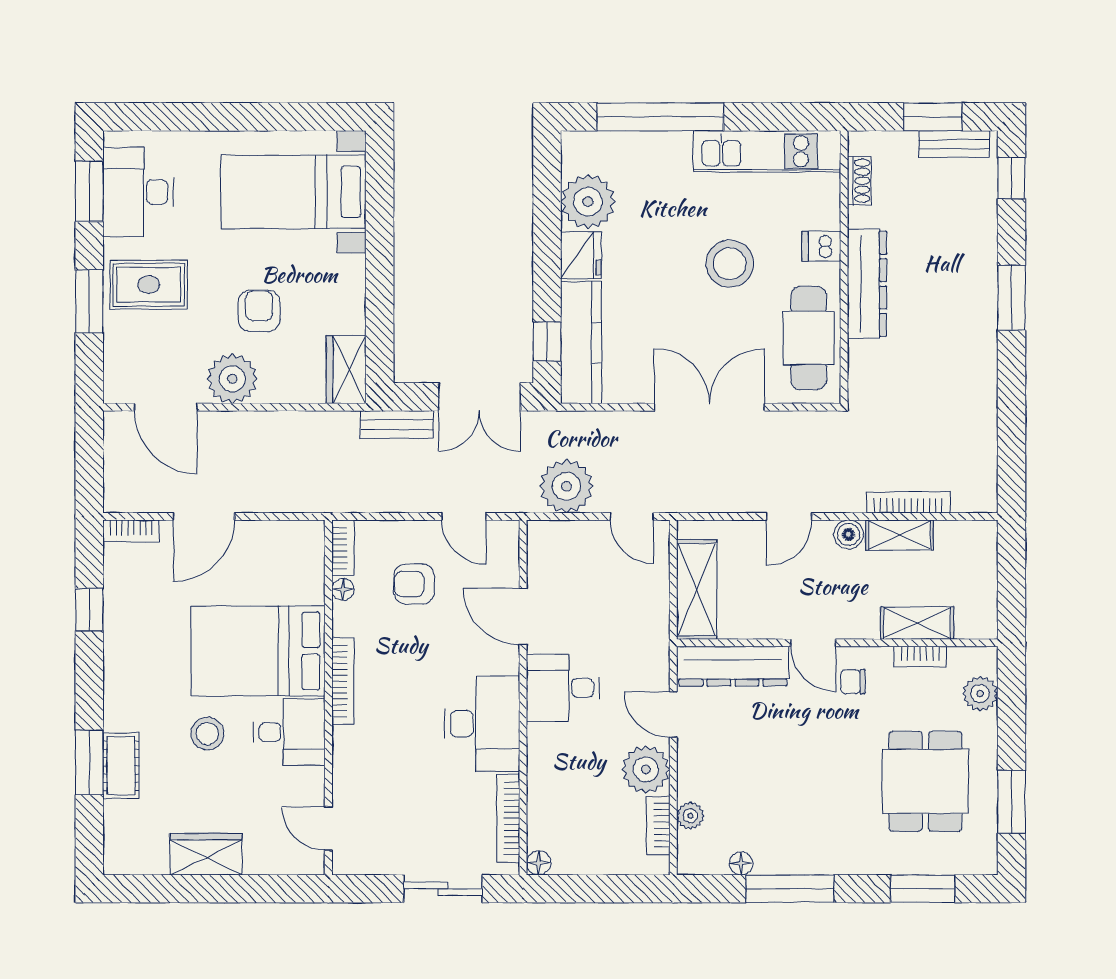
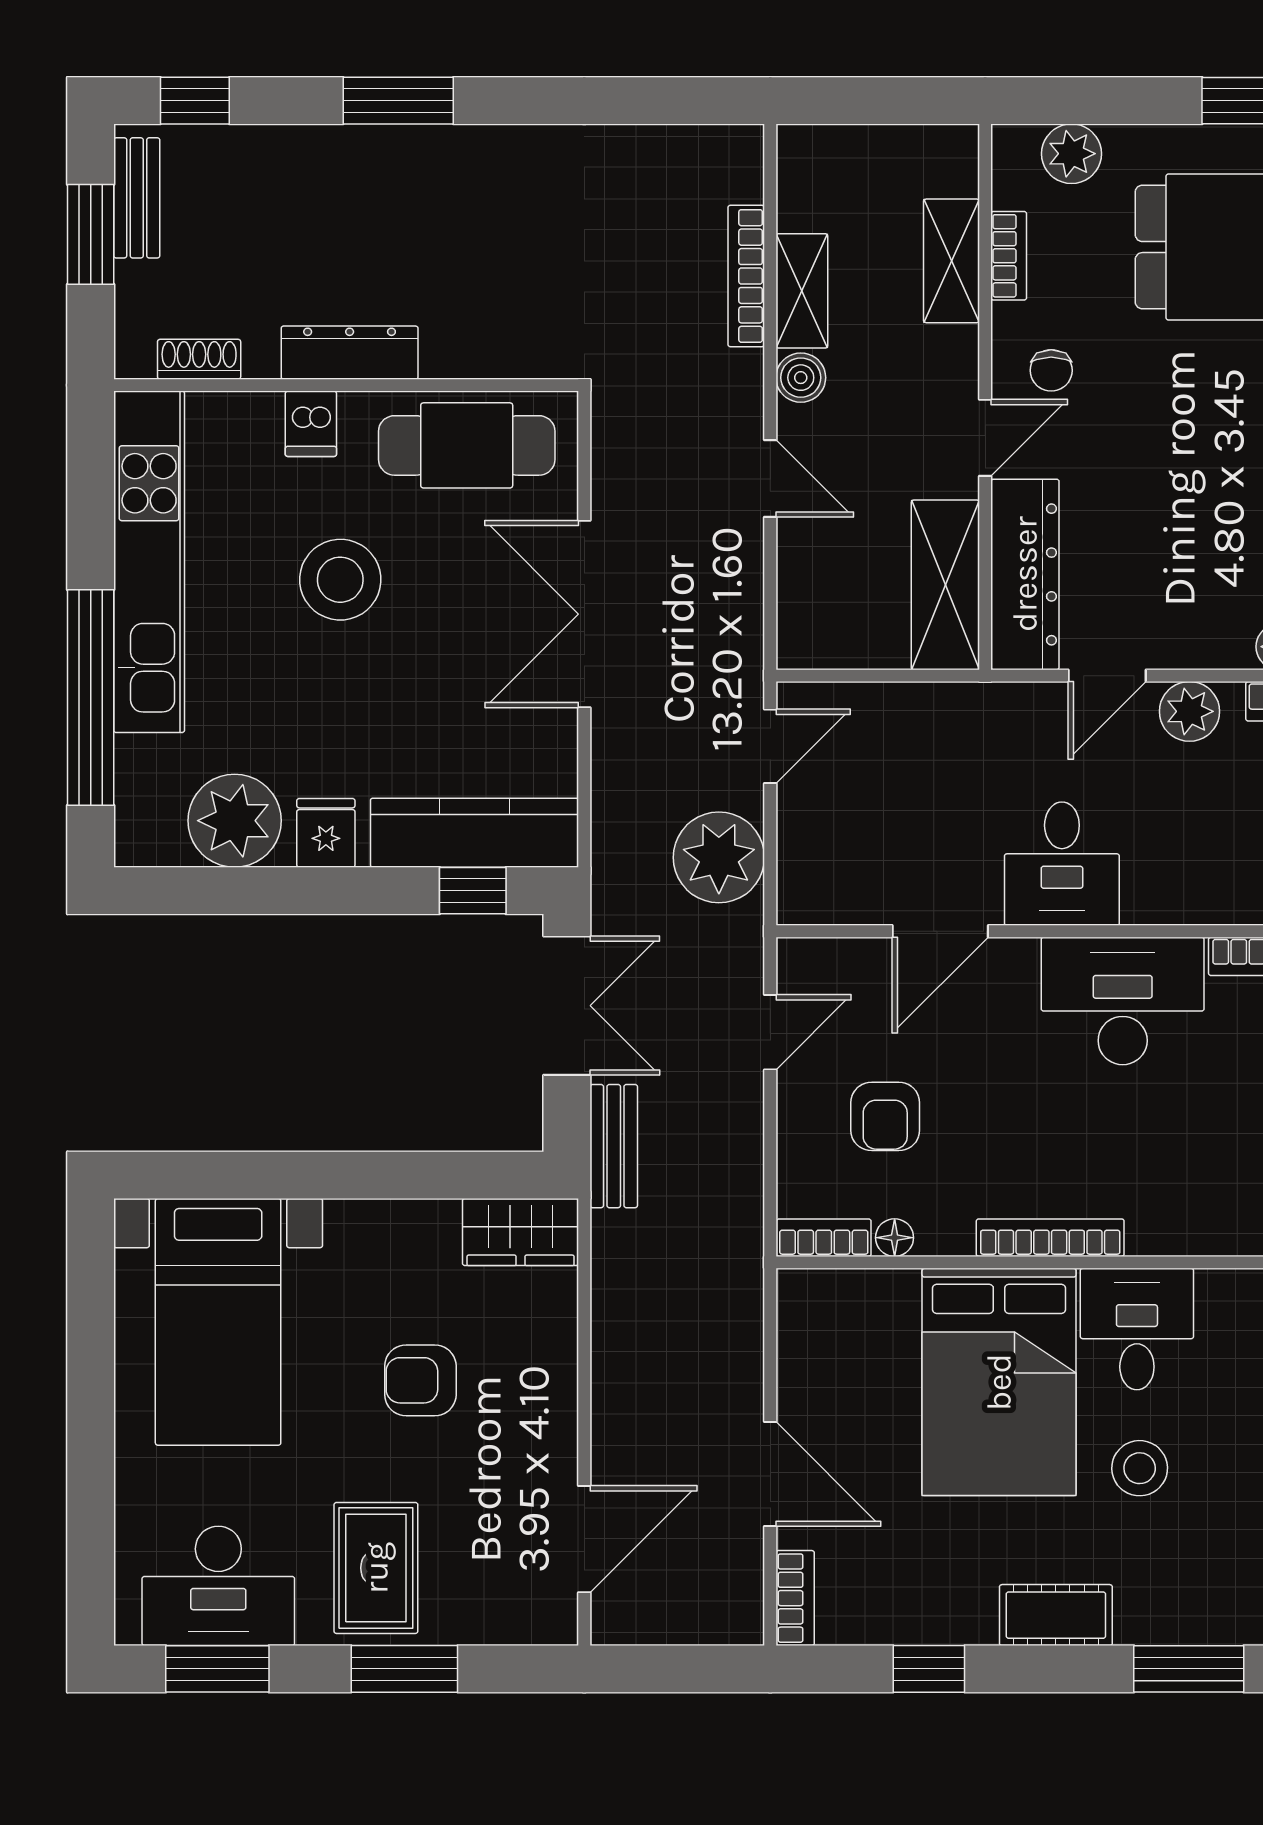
kitchen unit: (767, 151) -> (149, 562), width x1.36
fridge: (581, 255) -> (326, 833), width x0.72
dresser: (867, 284) -> (350, 353), width x0.73, depth x0.80
plant: (232, 379) -> (536, 1426), removed
shelving: (697, 589) -> (945, 585), moved, turned 90
cot: (121, 766) -> (1056, 1615), moved
plant: (646, 769) -> (1189, 711), width x0.73, depth x0.73

